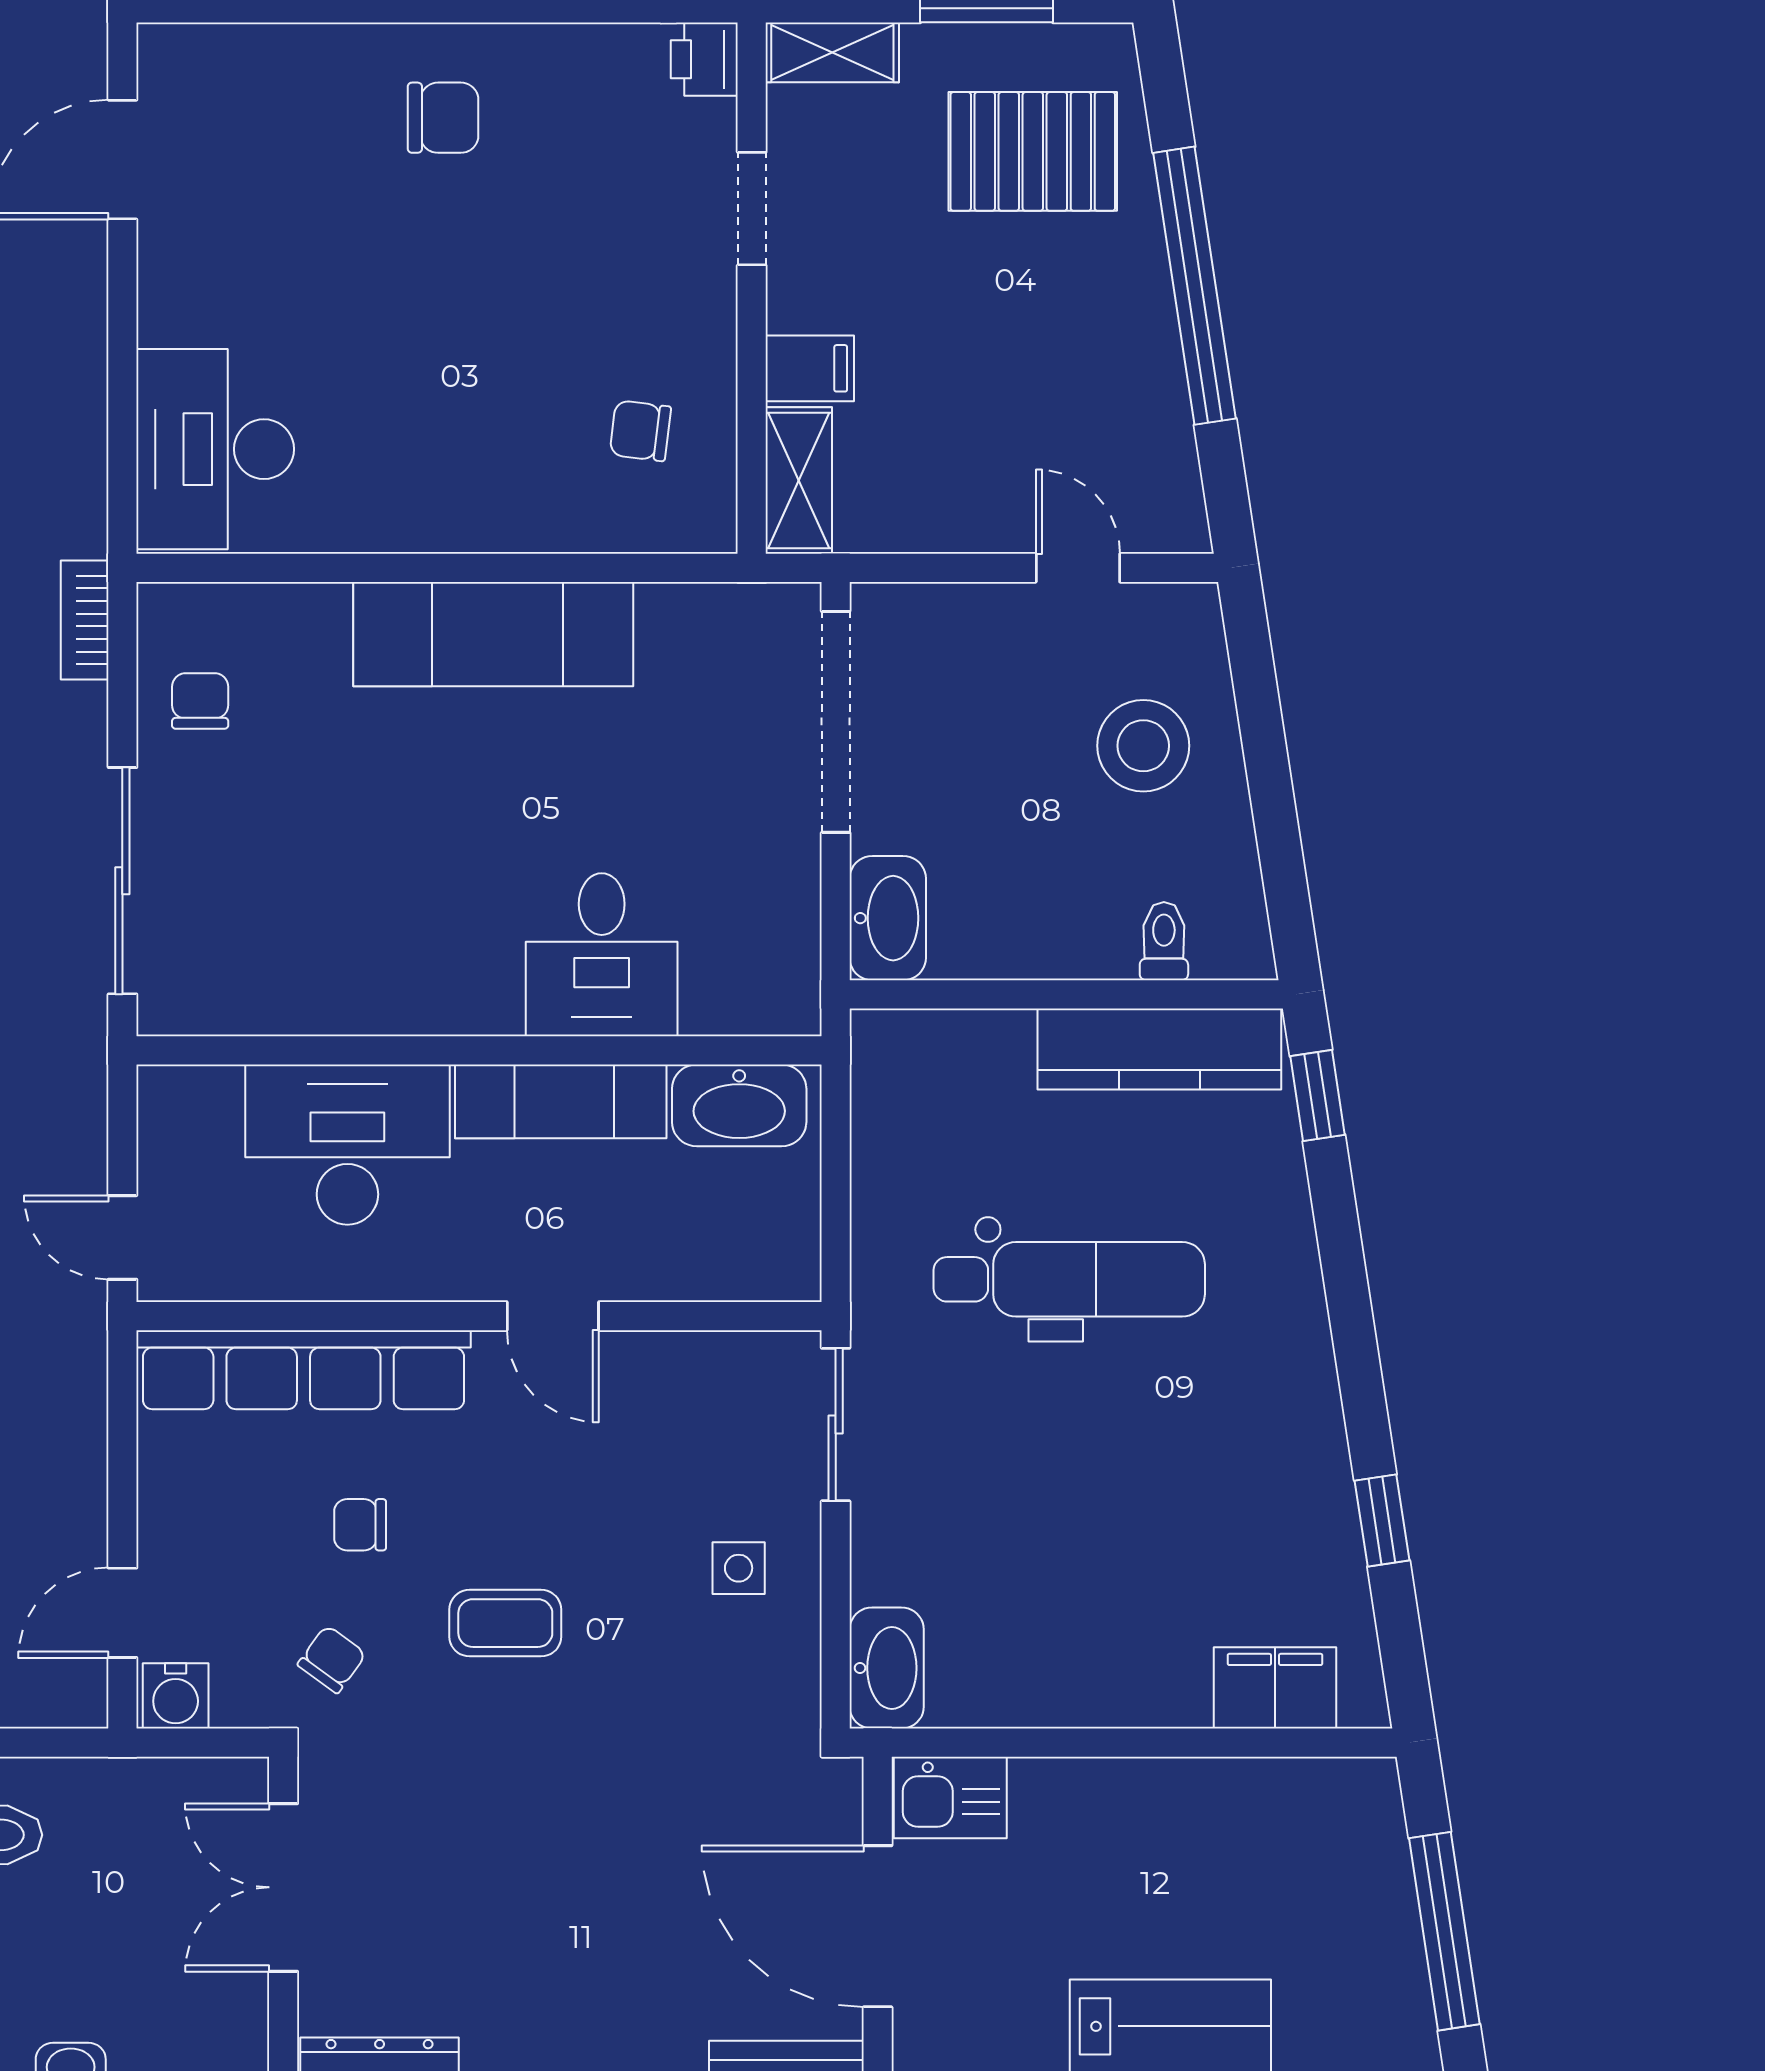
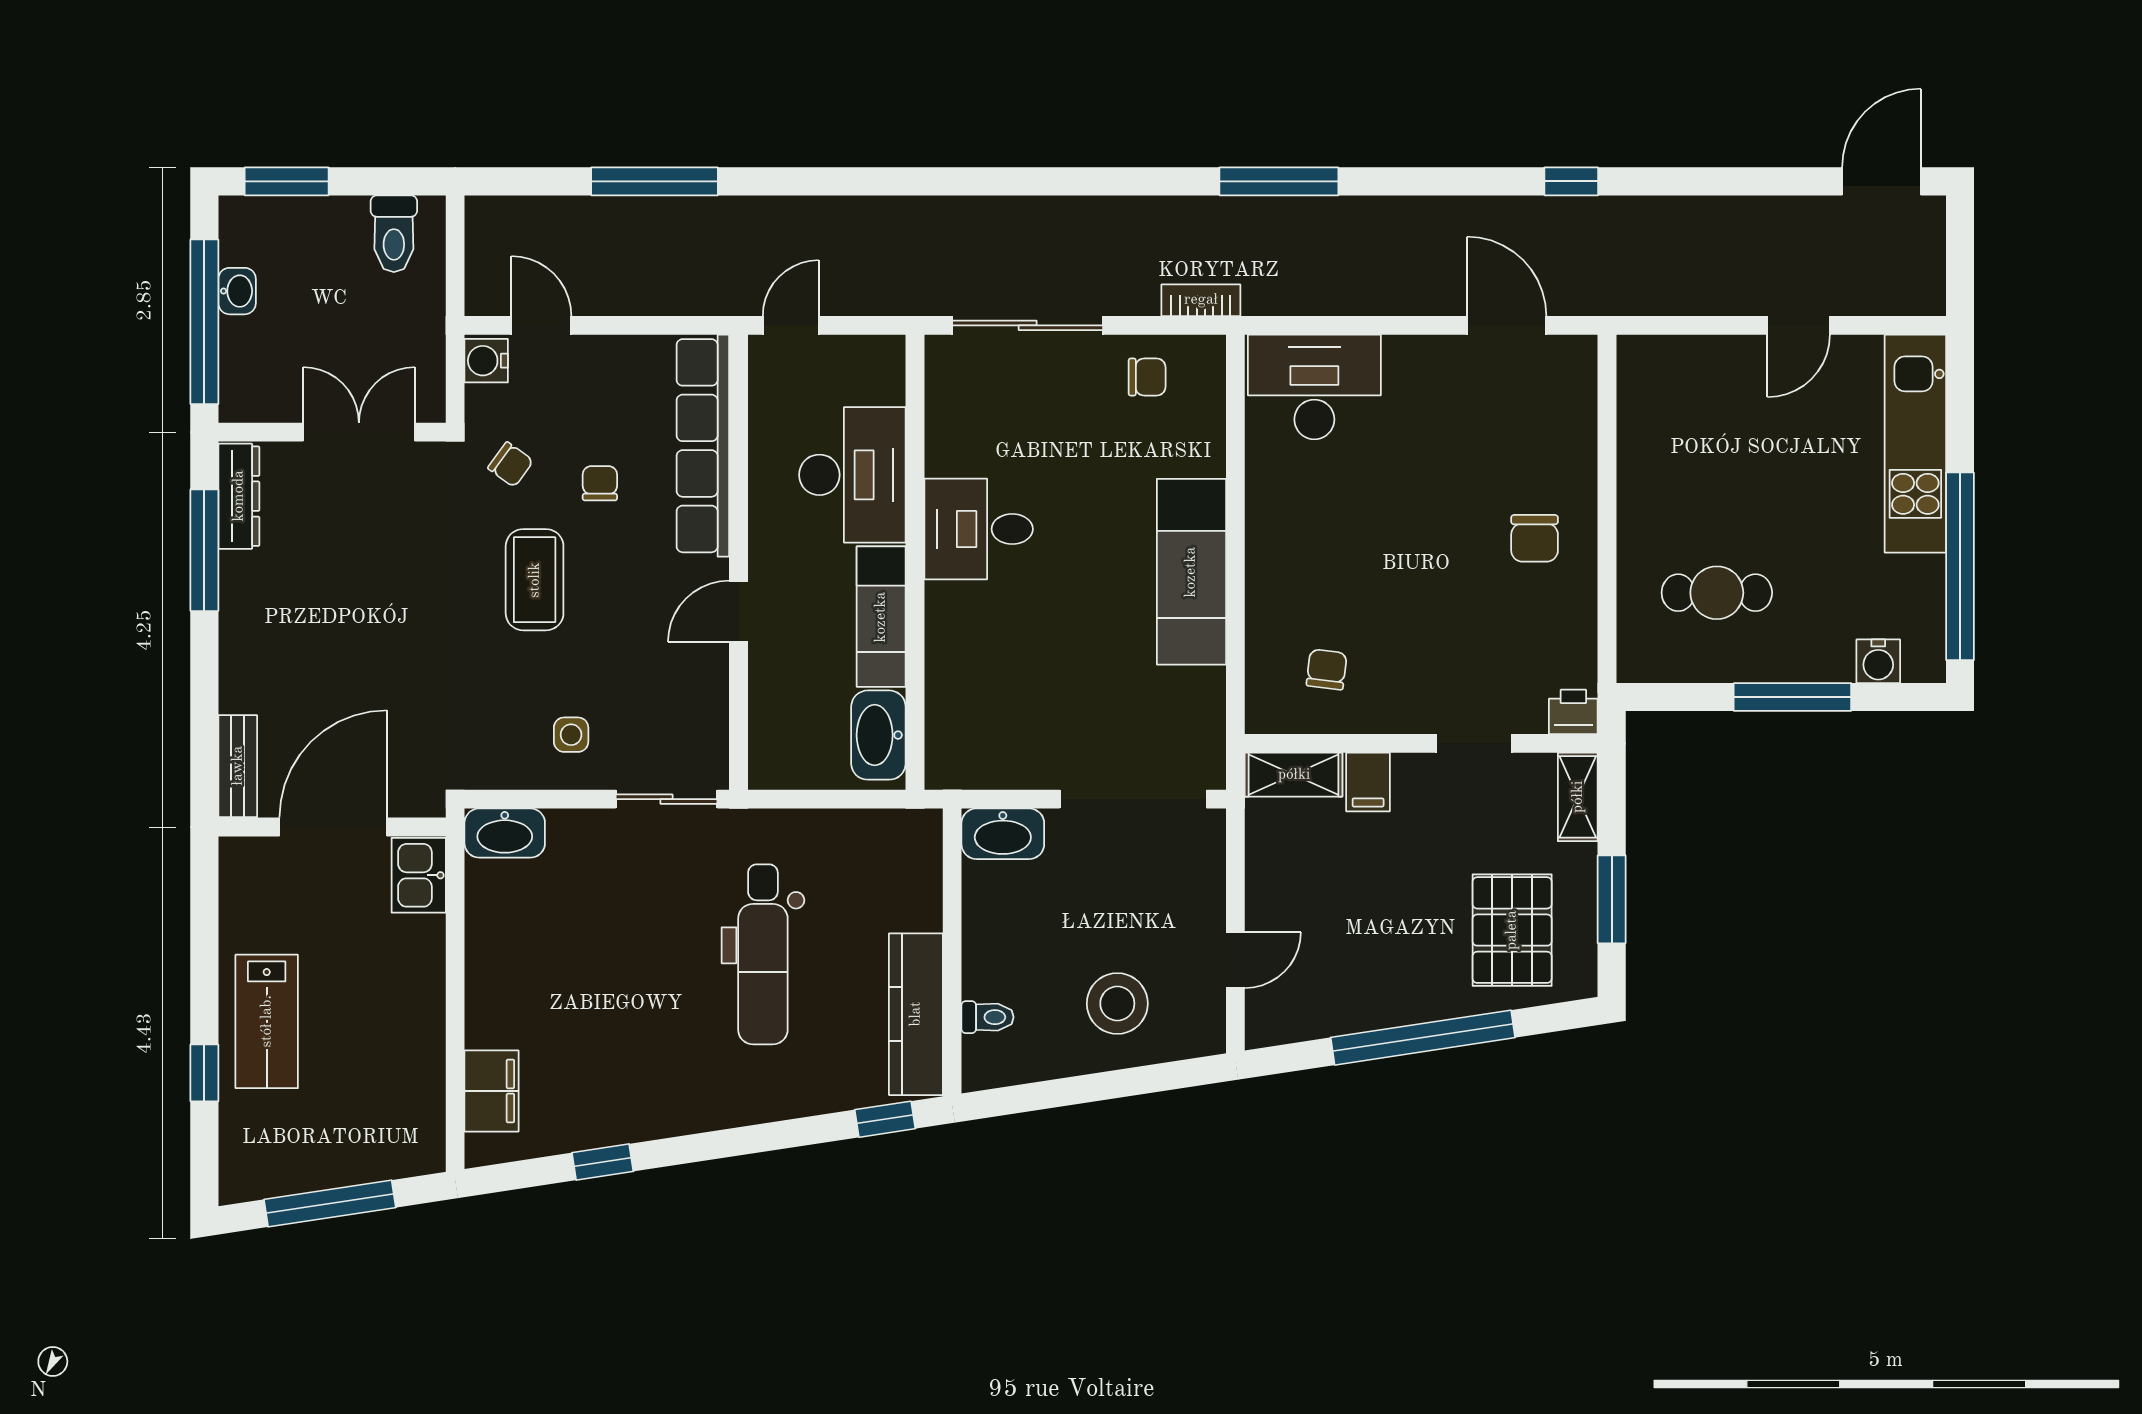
desk: (602, 955) -> (979, 529), moved
coffee table: (505, 1623) -> (535, 580), width x1.36, depth x1.30

